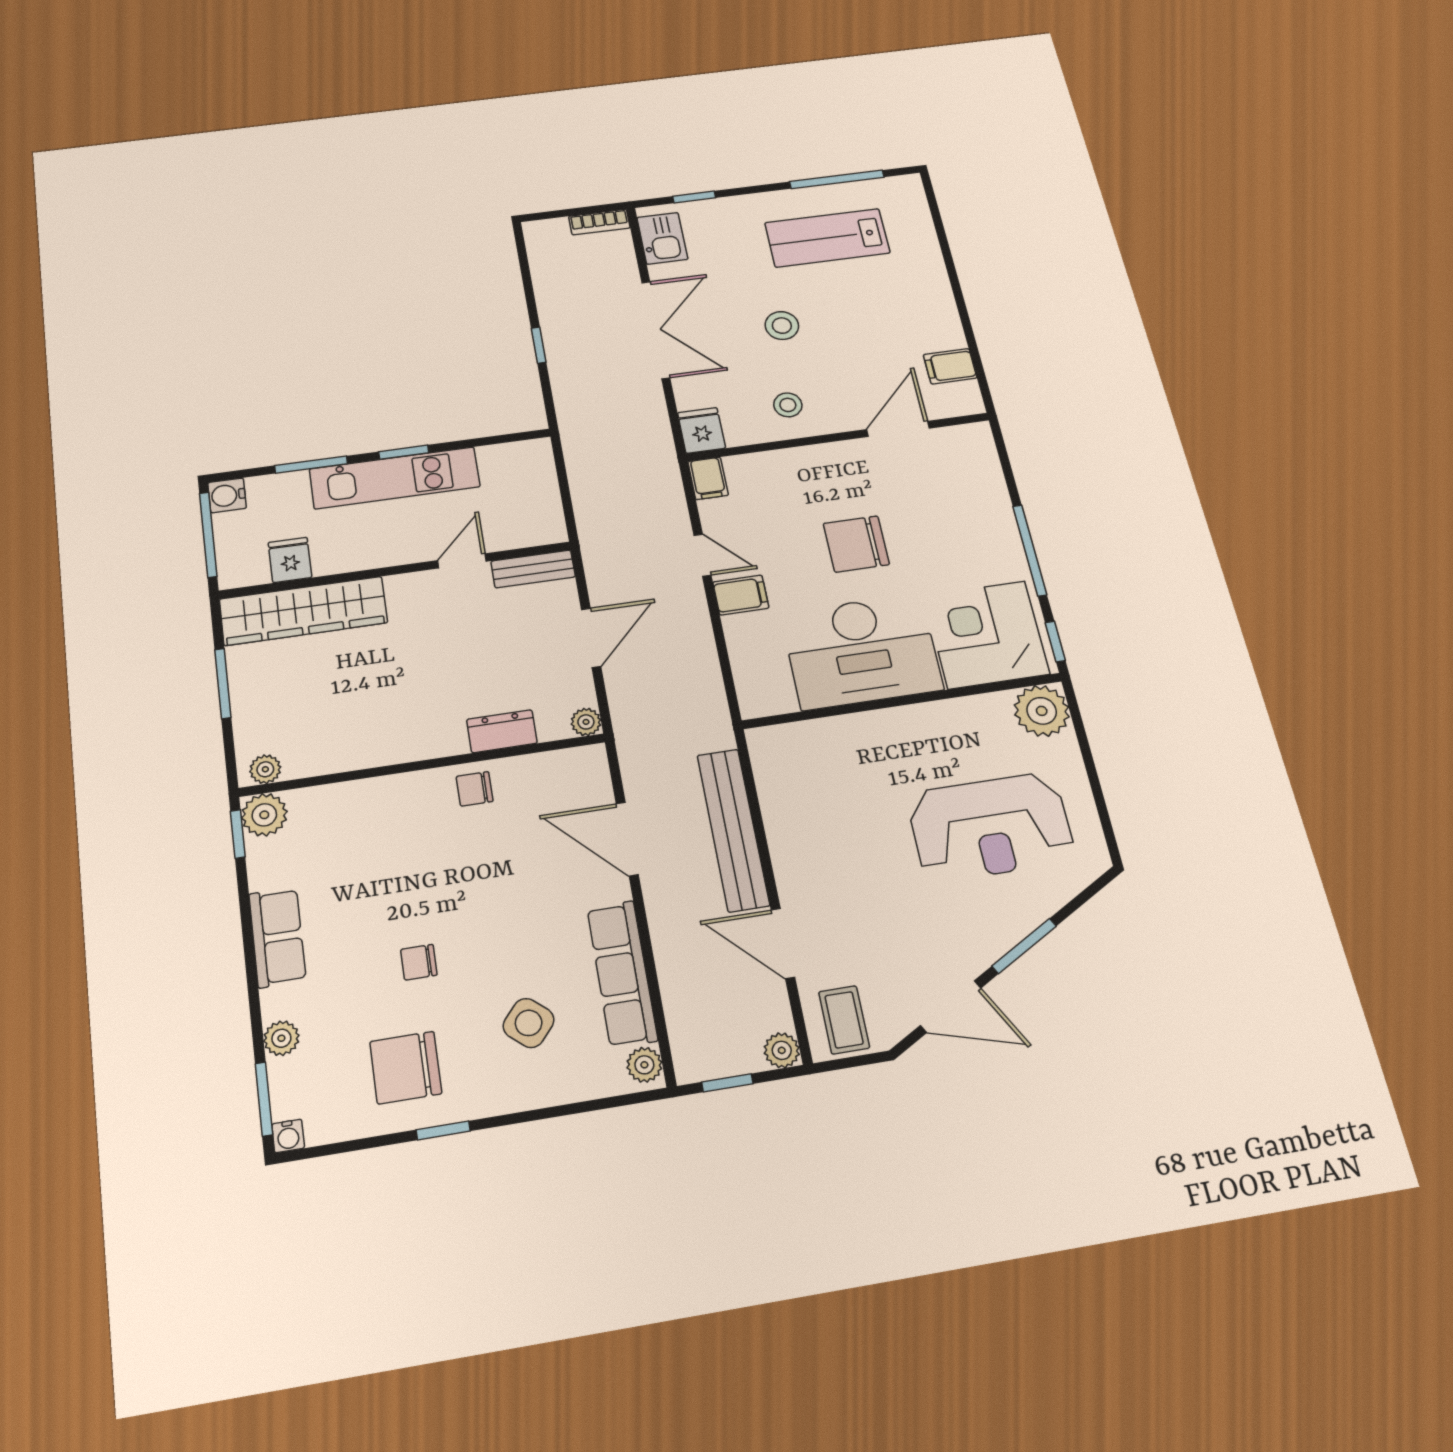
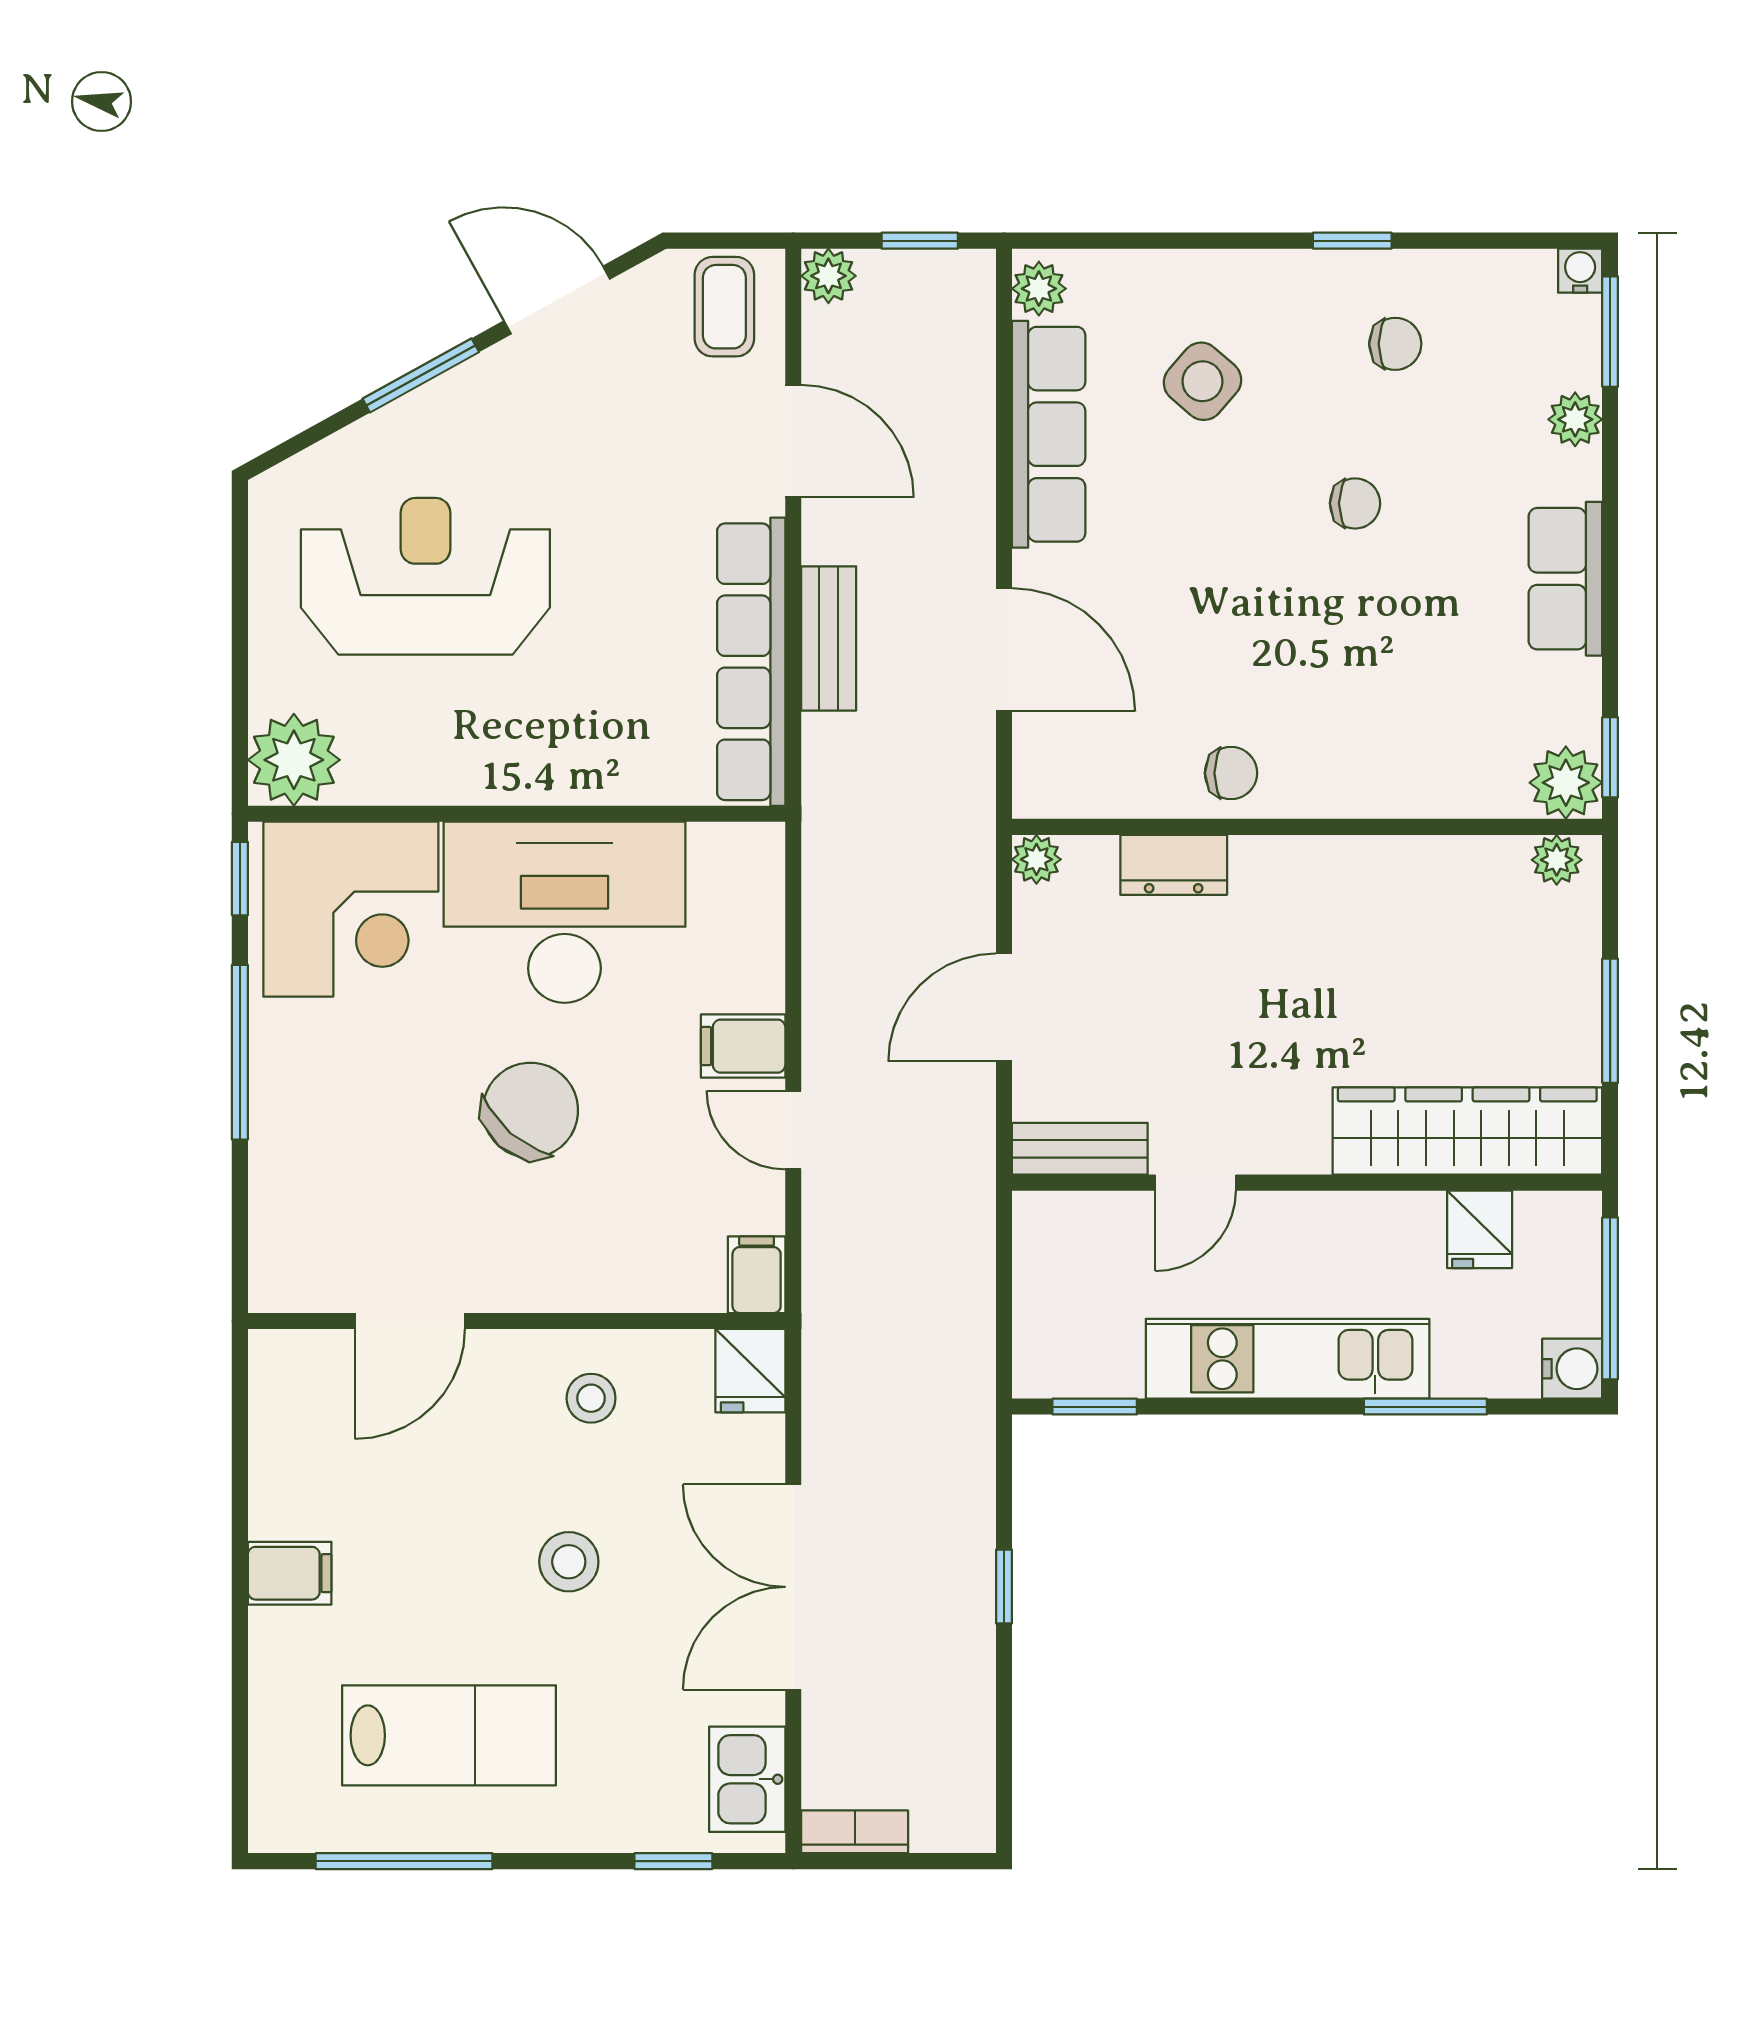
filing cabinet: (950, 366) -> (290, 1573), moved
window: (404, 452) -> (1095, 1407), moved
chair: (856, 544) -> (530, 1110), turned -49
row of seats: (781, 808) -> (751, 662), added
bench: (733, 830) -> (829, 638), width x0.54, depth x0.82
chair: (406, 1068) -> (1395, 344), width x0.54, depth x0.54

